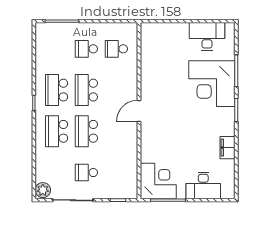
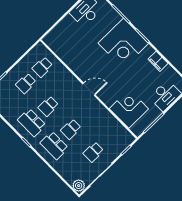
corner desk: (212, 84) -> (123, 43), moved
school desk: (86, 90) -> (48, 106), width x0.54
door: (139, 111) -> (89, 89), swing flipped
school desk: (86, 131) -> (71, 129), width x0.54
corner desk: (158, 181) -> (129, 109), moved

